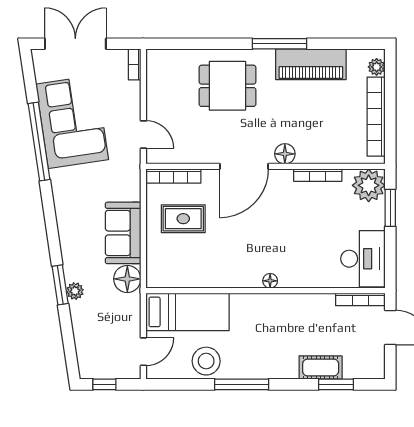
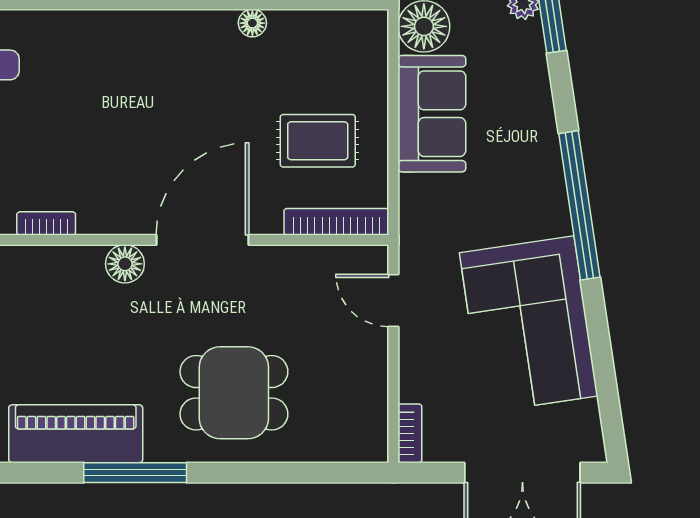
window: (39, 142) -> (579, 205), moved
bookcase: (318, 175) -> (46, 223), width x0.64
floor lamp: (270, 281) -> (252, 23), moved

